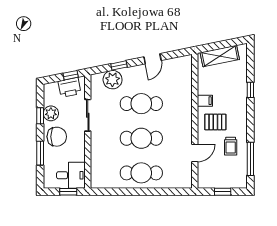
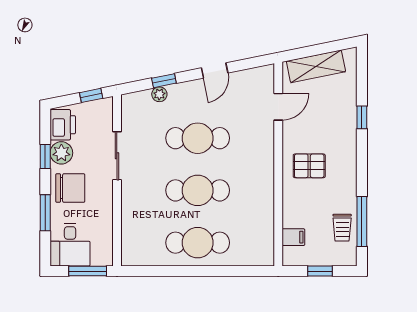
plant: (113, 80) -> (159, 94), width x0.53, depth x0.53
printer: (70, 87) -> (63, 125), moved, turned -79
filing cabinet: (205, 101) -> (293, 237), moved
trolley: (231, 146) -> (342, 228), moved
door: (195, 153) -> (278, 107), moved
desk: (71, 175) -> (70, 245), moved, turned 90
window: (68, 192) -> (88, 271), width x1.50

